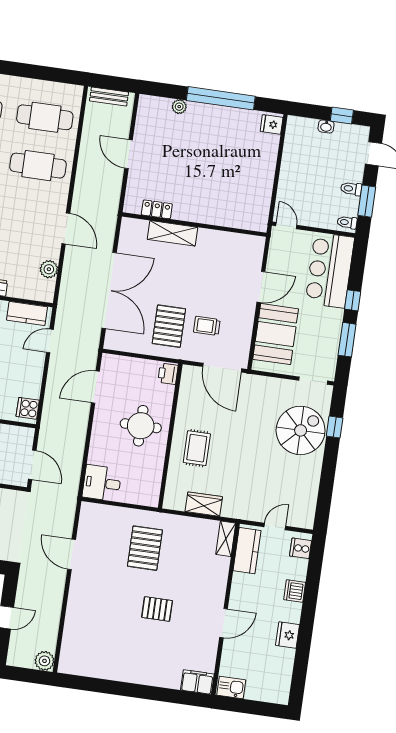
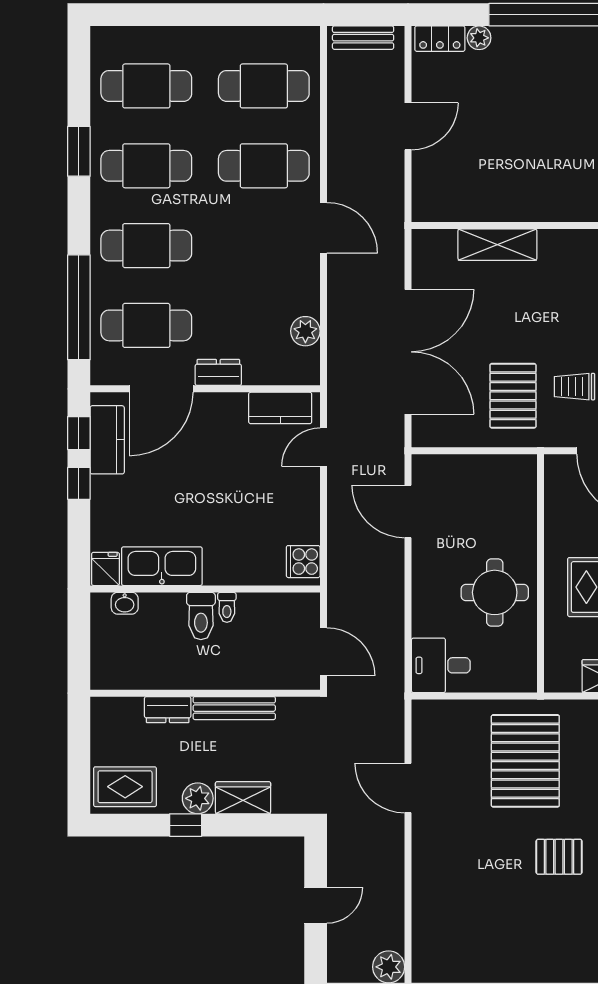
door: (129, 154) -> (408, 126), swing flipped
locker: (157, 209) -> (440, 39), moved, turned 180
door: (66, 228) -> (323, 228), moved
printer: (168, 374) -> (522, 473), removed
door: (95, 387) -> (408, 511), hinge flipped
round table: (141, 426) -> (495, 592), moved
pallet: (145, 548) -> (525, 761), width x1.37, depth x1.41

